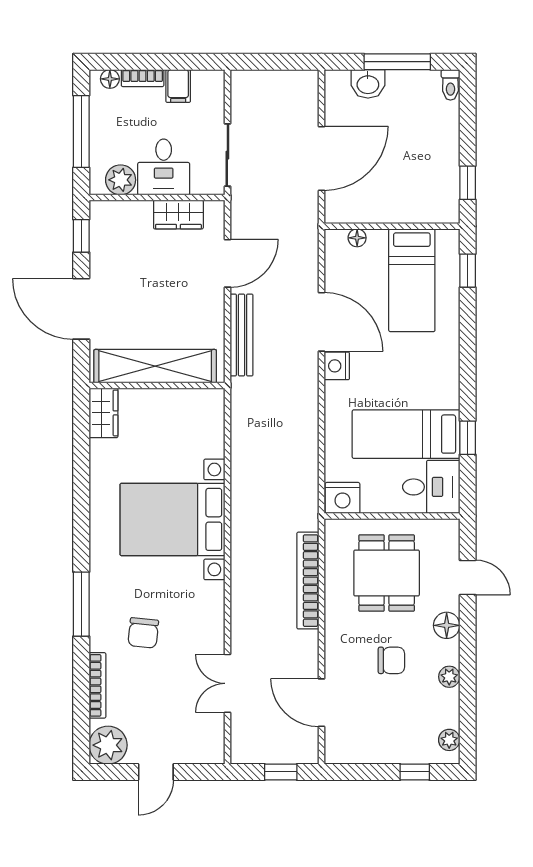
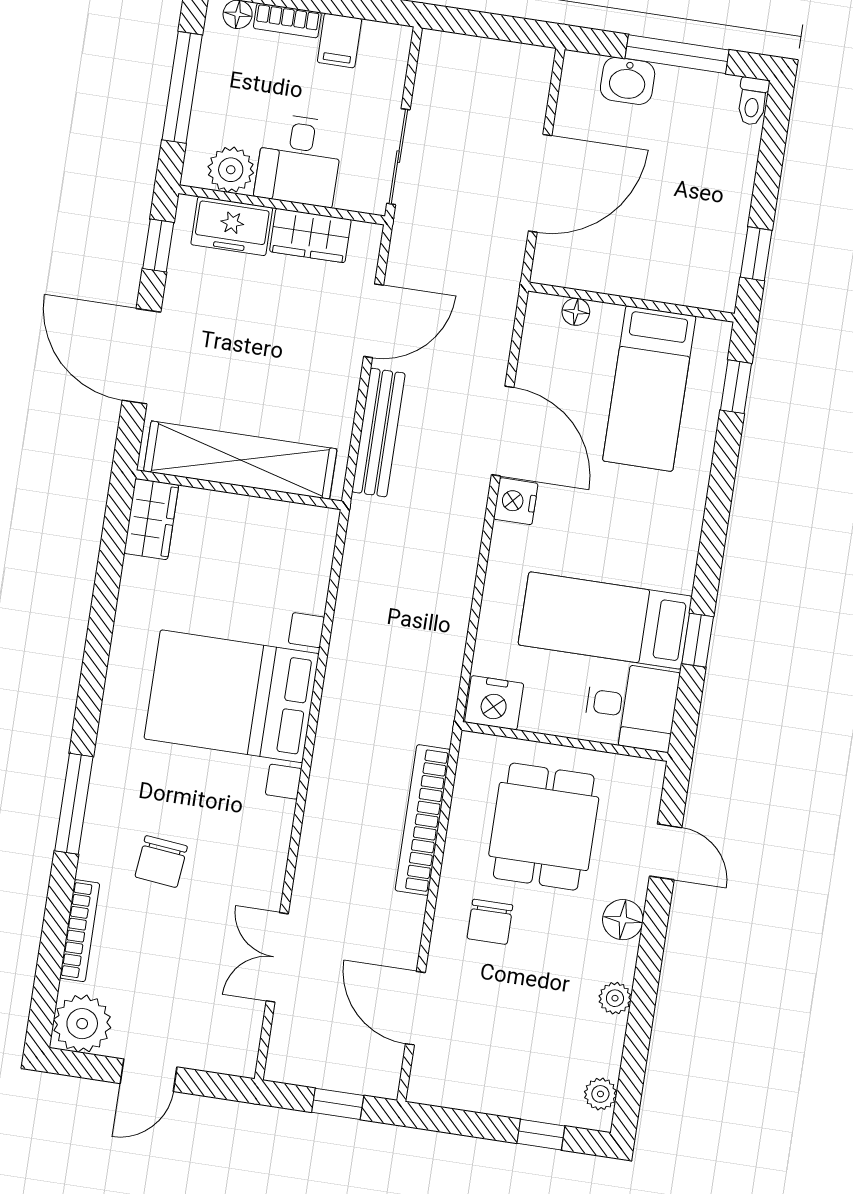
freezer: (127, 216) -> (232, 226), added
chair: (391, 660) -> (490, 922), moved, turned 90

